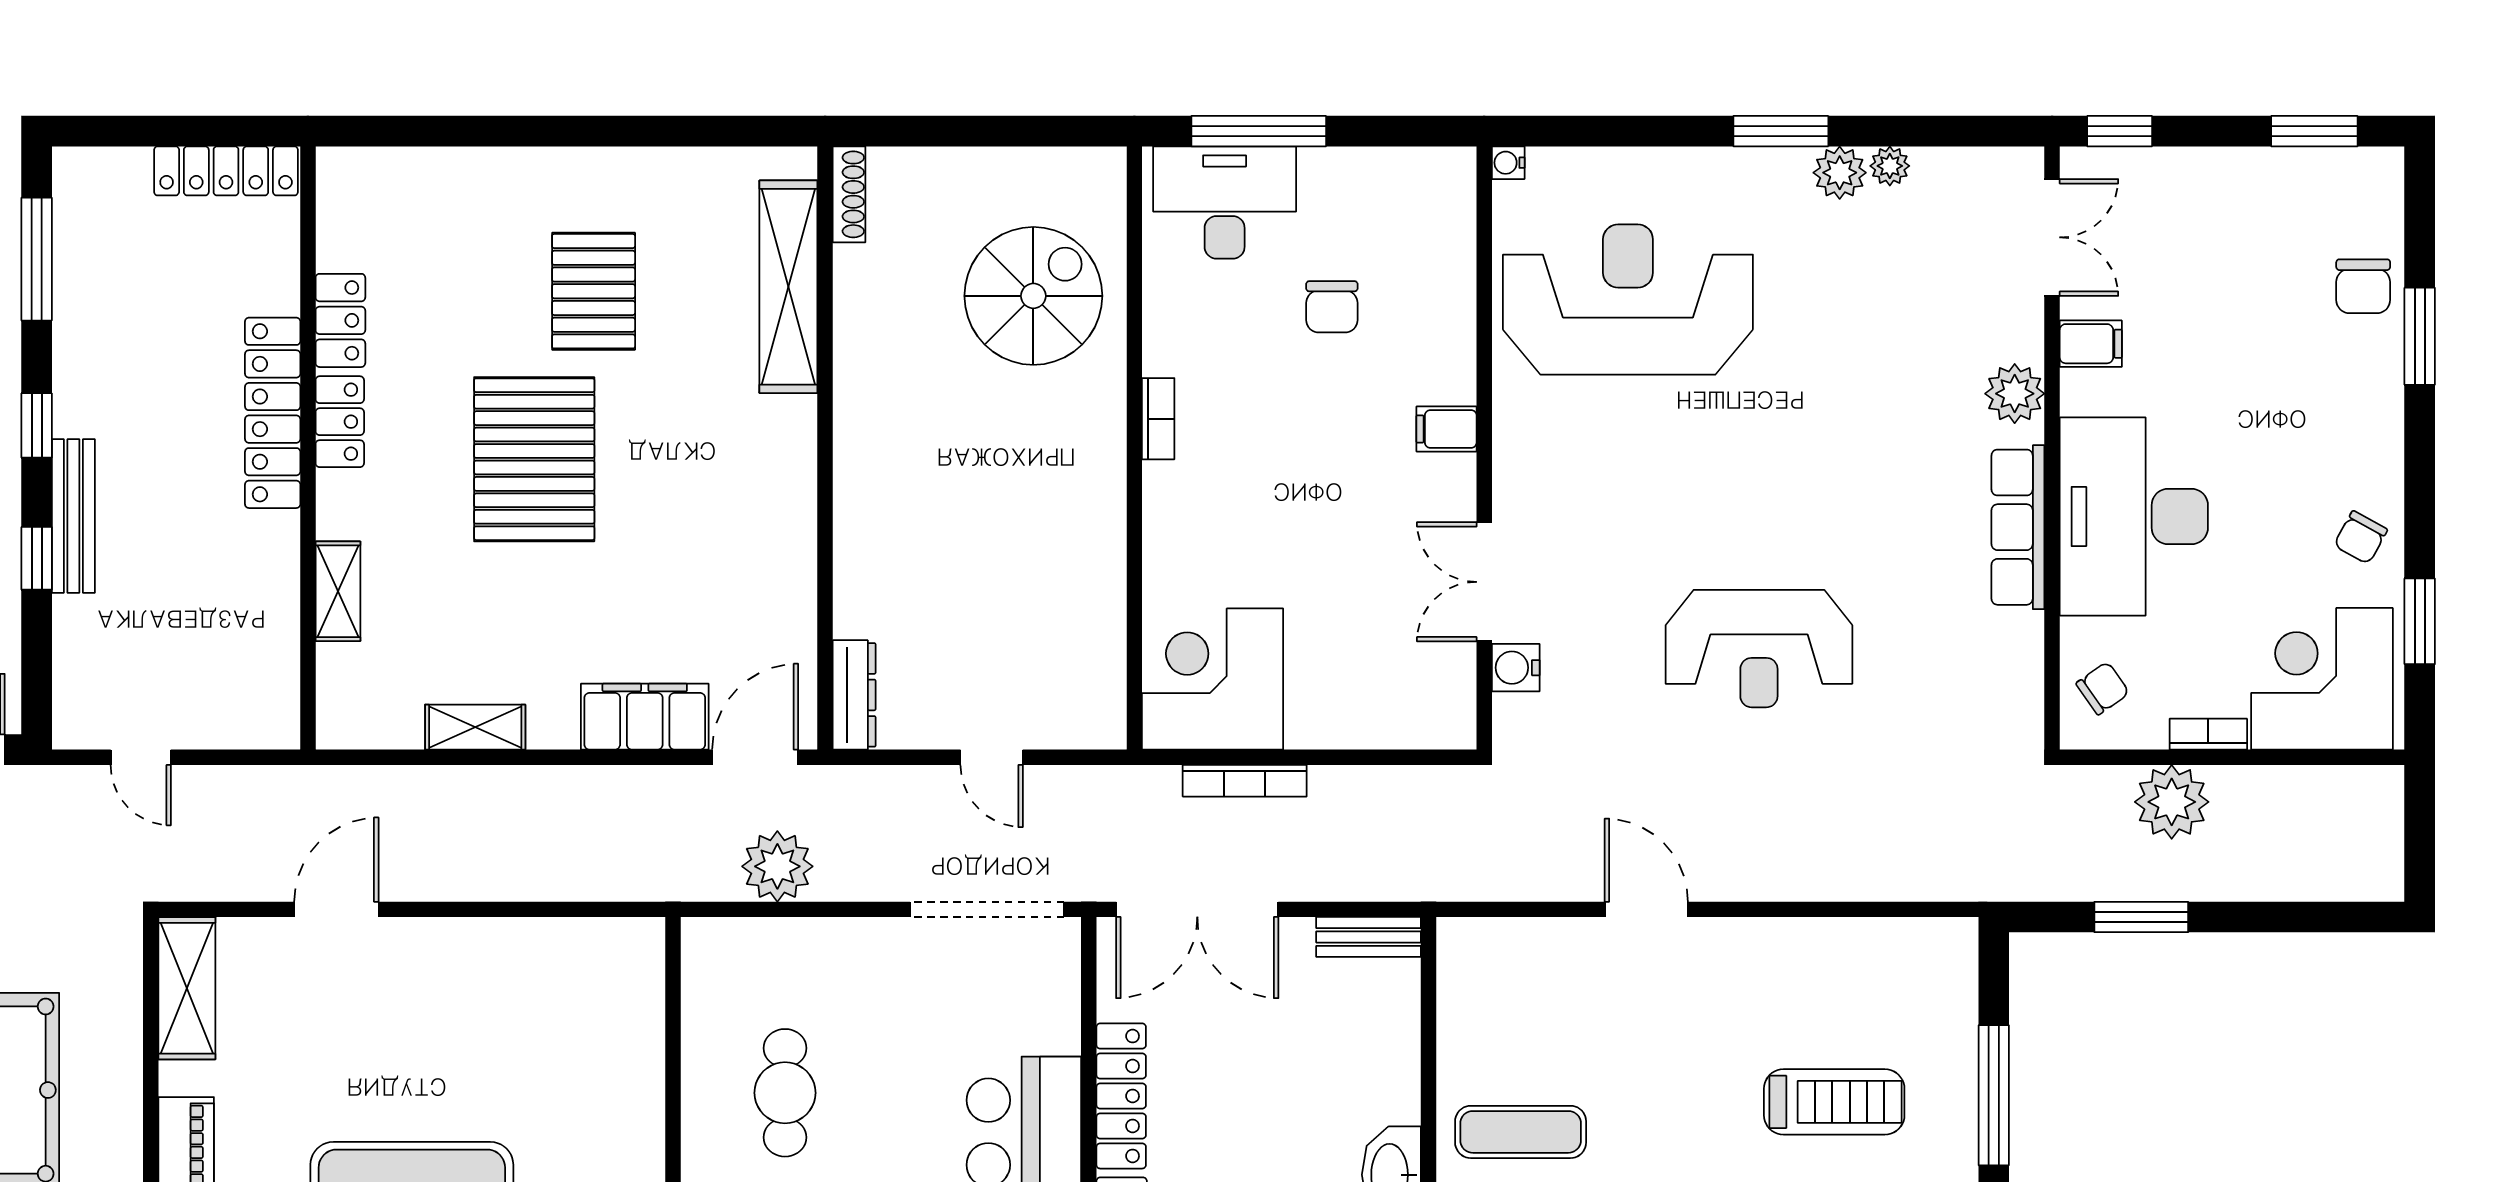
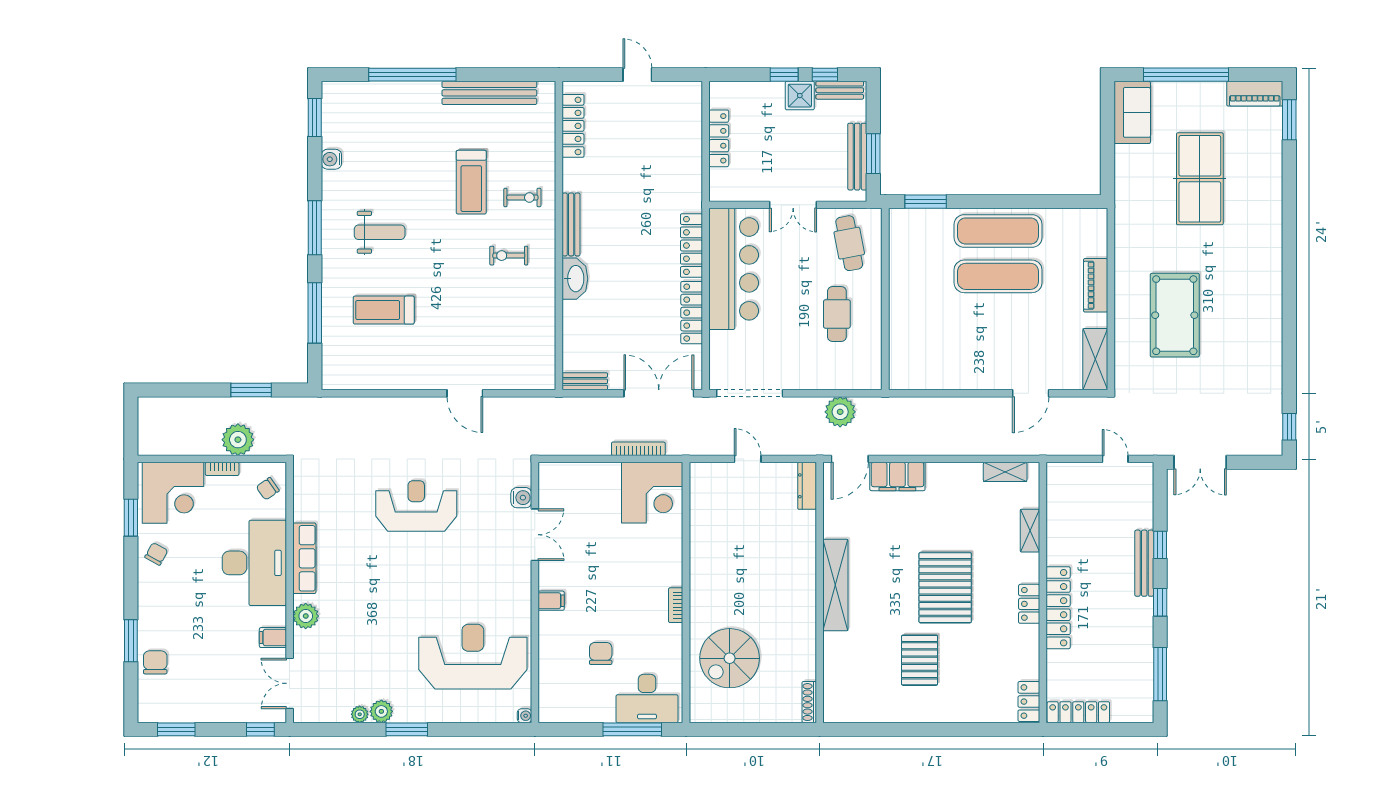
shelving: (788, 287) -> (835, 585), moved
reception desk: (1628, 300) -> (473, 657), turned 180
locker: (340, 320) -> (1029, 702), moved
shelving: (475, 727) -> (1005, 472), moved
exercise mat: (1521, 1132) -> (519, 297), removed

